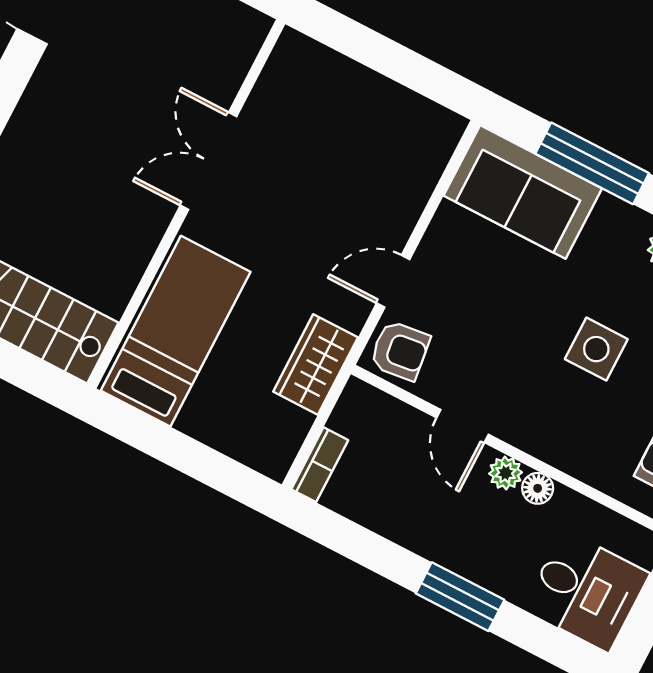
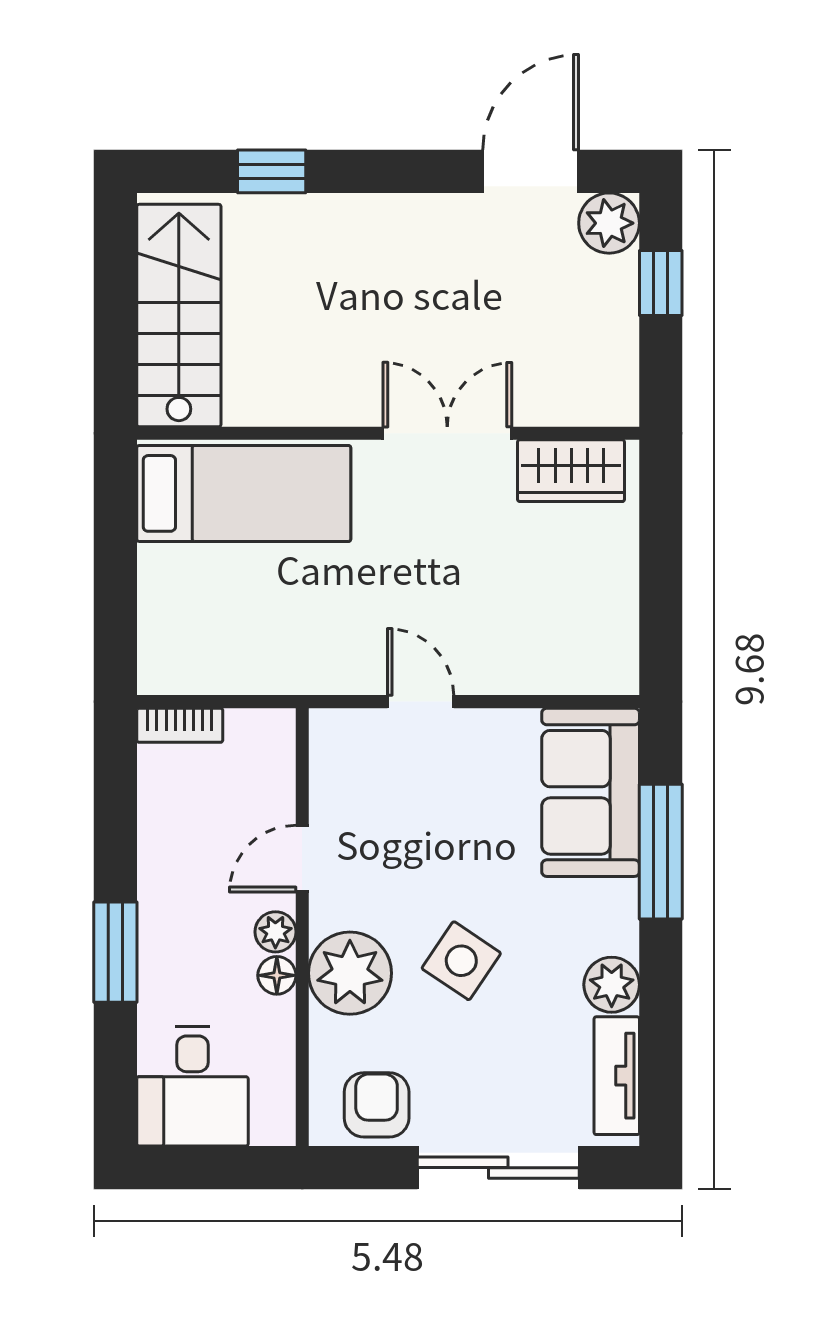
side table: (596, 349) -> (461, 961), turned 34
armchair: (400, 351) -> (349, 748), removed
wardrobe: (316, 364) -> (571, 471), moved, turned 180
plant: (563, 434) -> (350, 973), added

